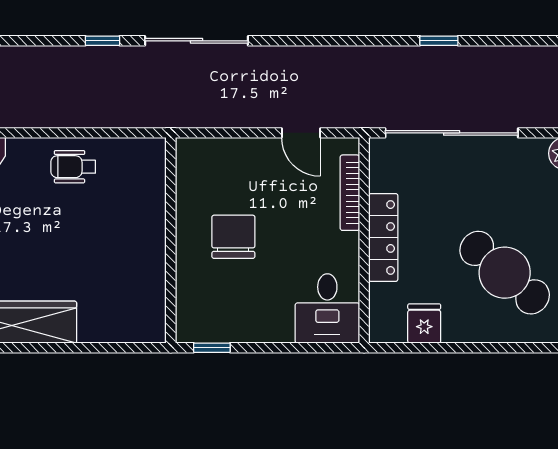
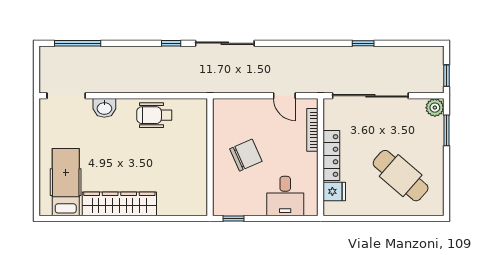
wheelchair: (73, 167) -> (154, 115), width x1.36, depth x1.37
chair: (233, 237) -> (246, 155), turned 66
desk: (327, 308) -> (285, 196), moved
fridge: (424, 324) -> (334, 191), moved, turned 90

